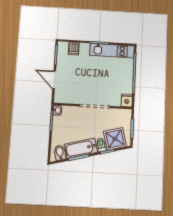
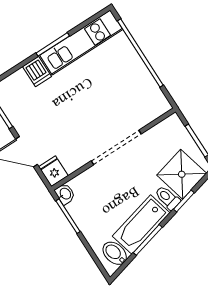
dishwasher: (74, 49) -> (37, 71), moved
fridge: (127, 100) -> (53, 171), moved

